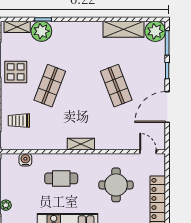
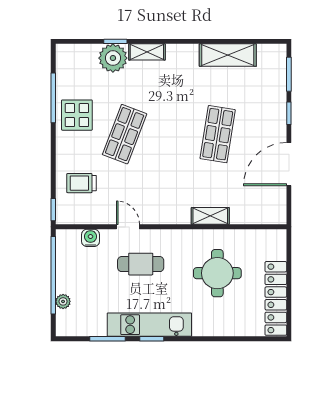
shelving: (17, 27) -> (147, 52), moved
plant: (155, 31) -> (272, 58), removed
shop shelf: (116, 86) -> (218, 134), turned 30
shelving: (81, 144) -> (210, 216), moved
door: (148, 152) -> (128, 227), moved

